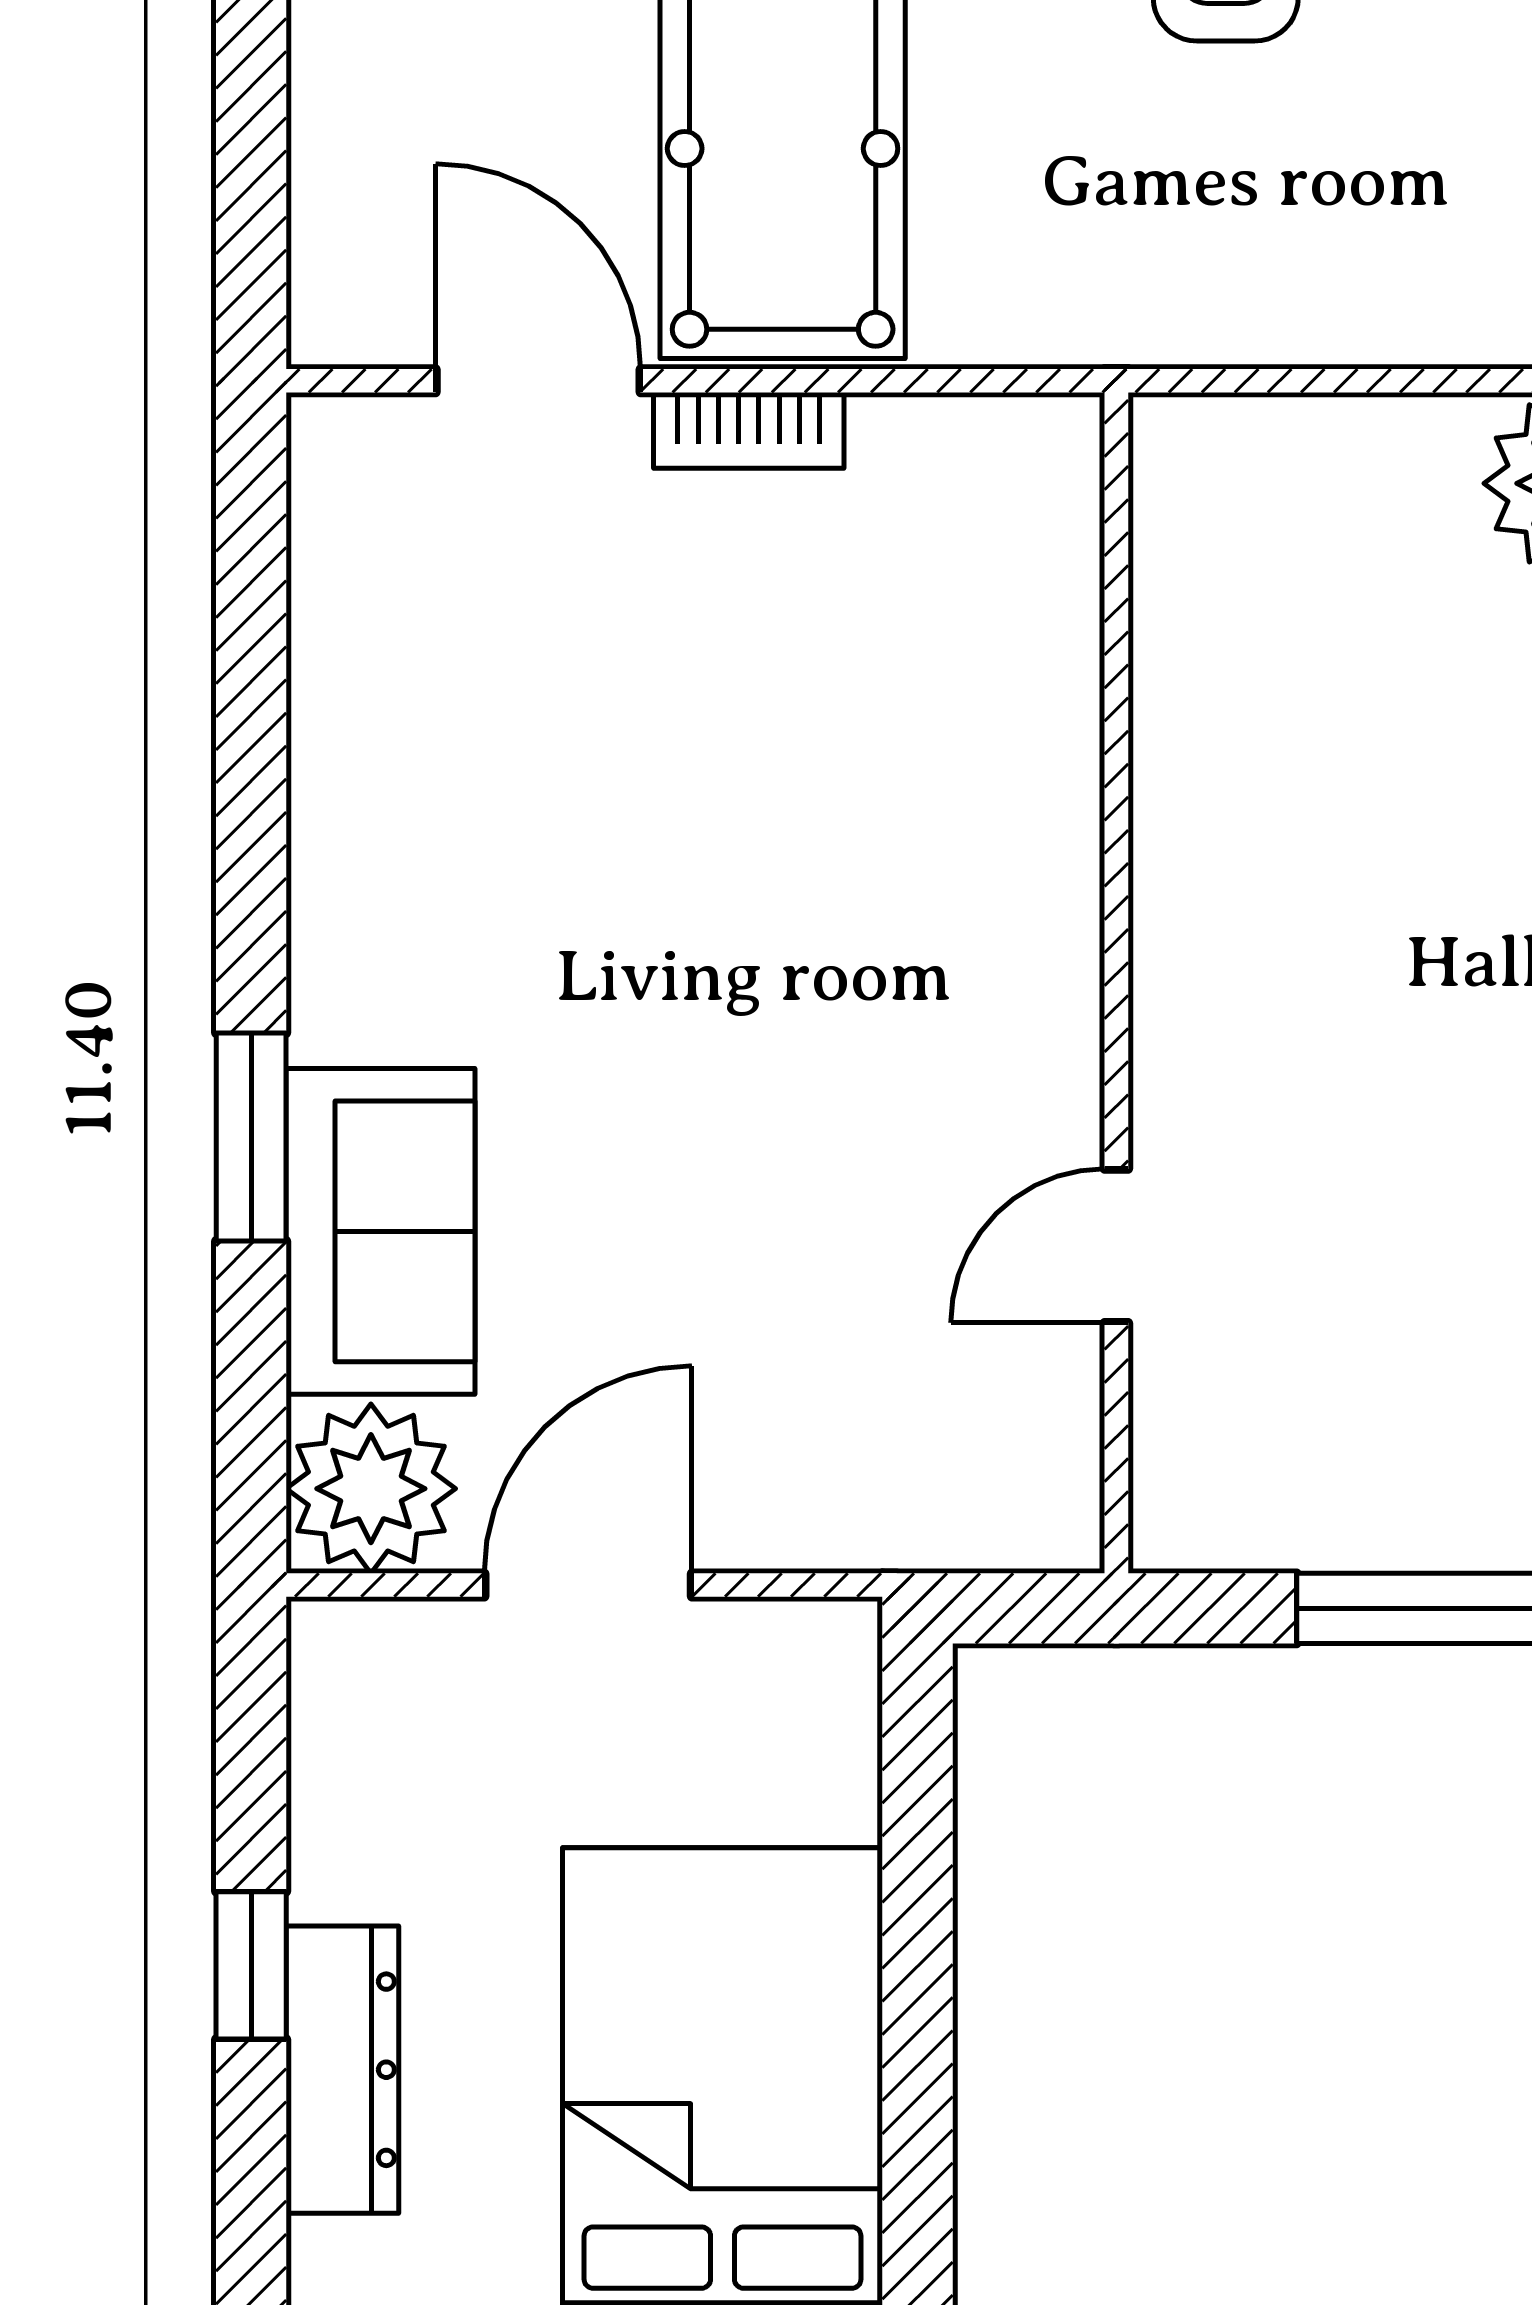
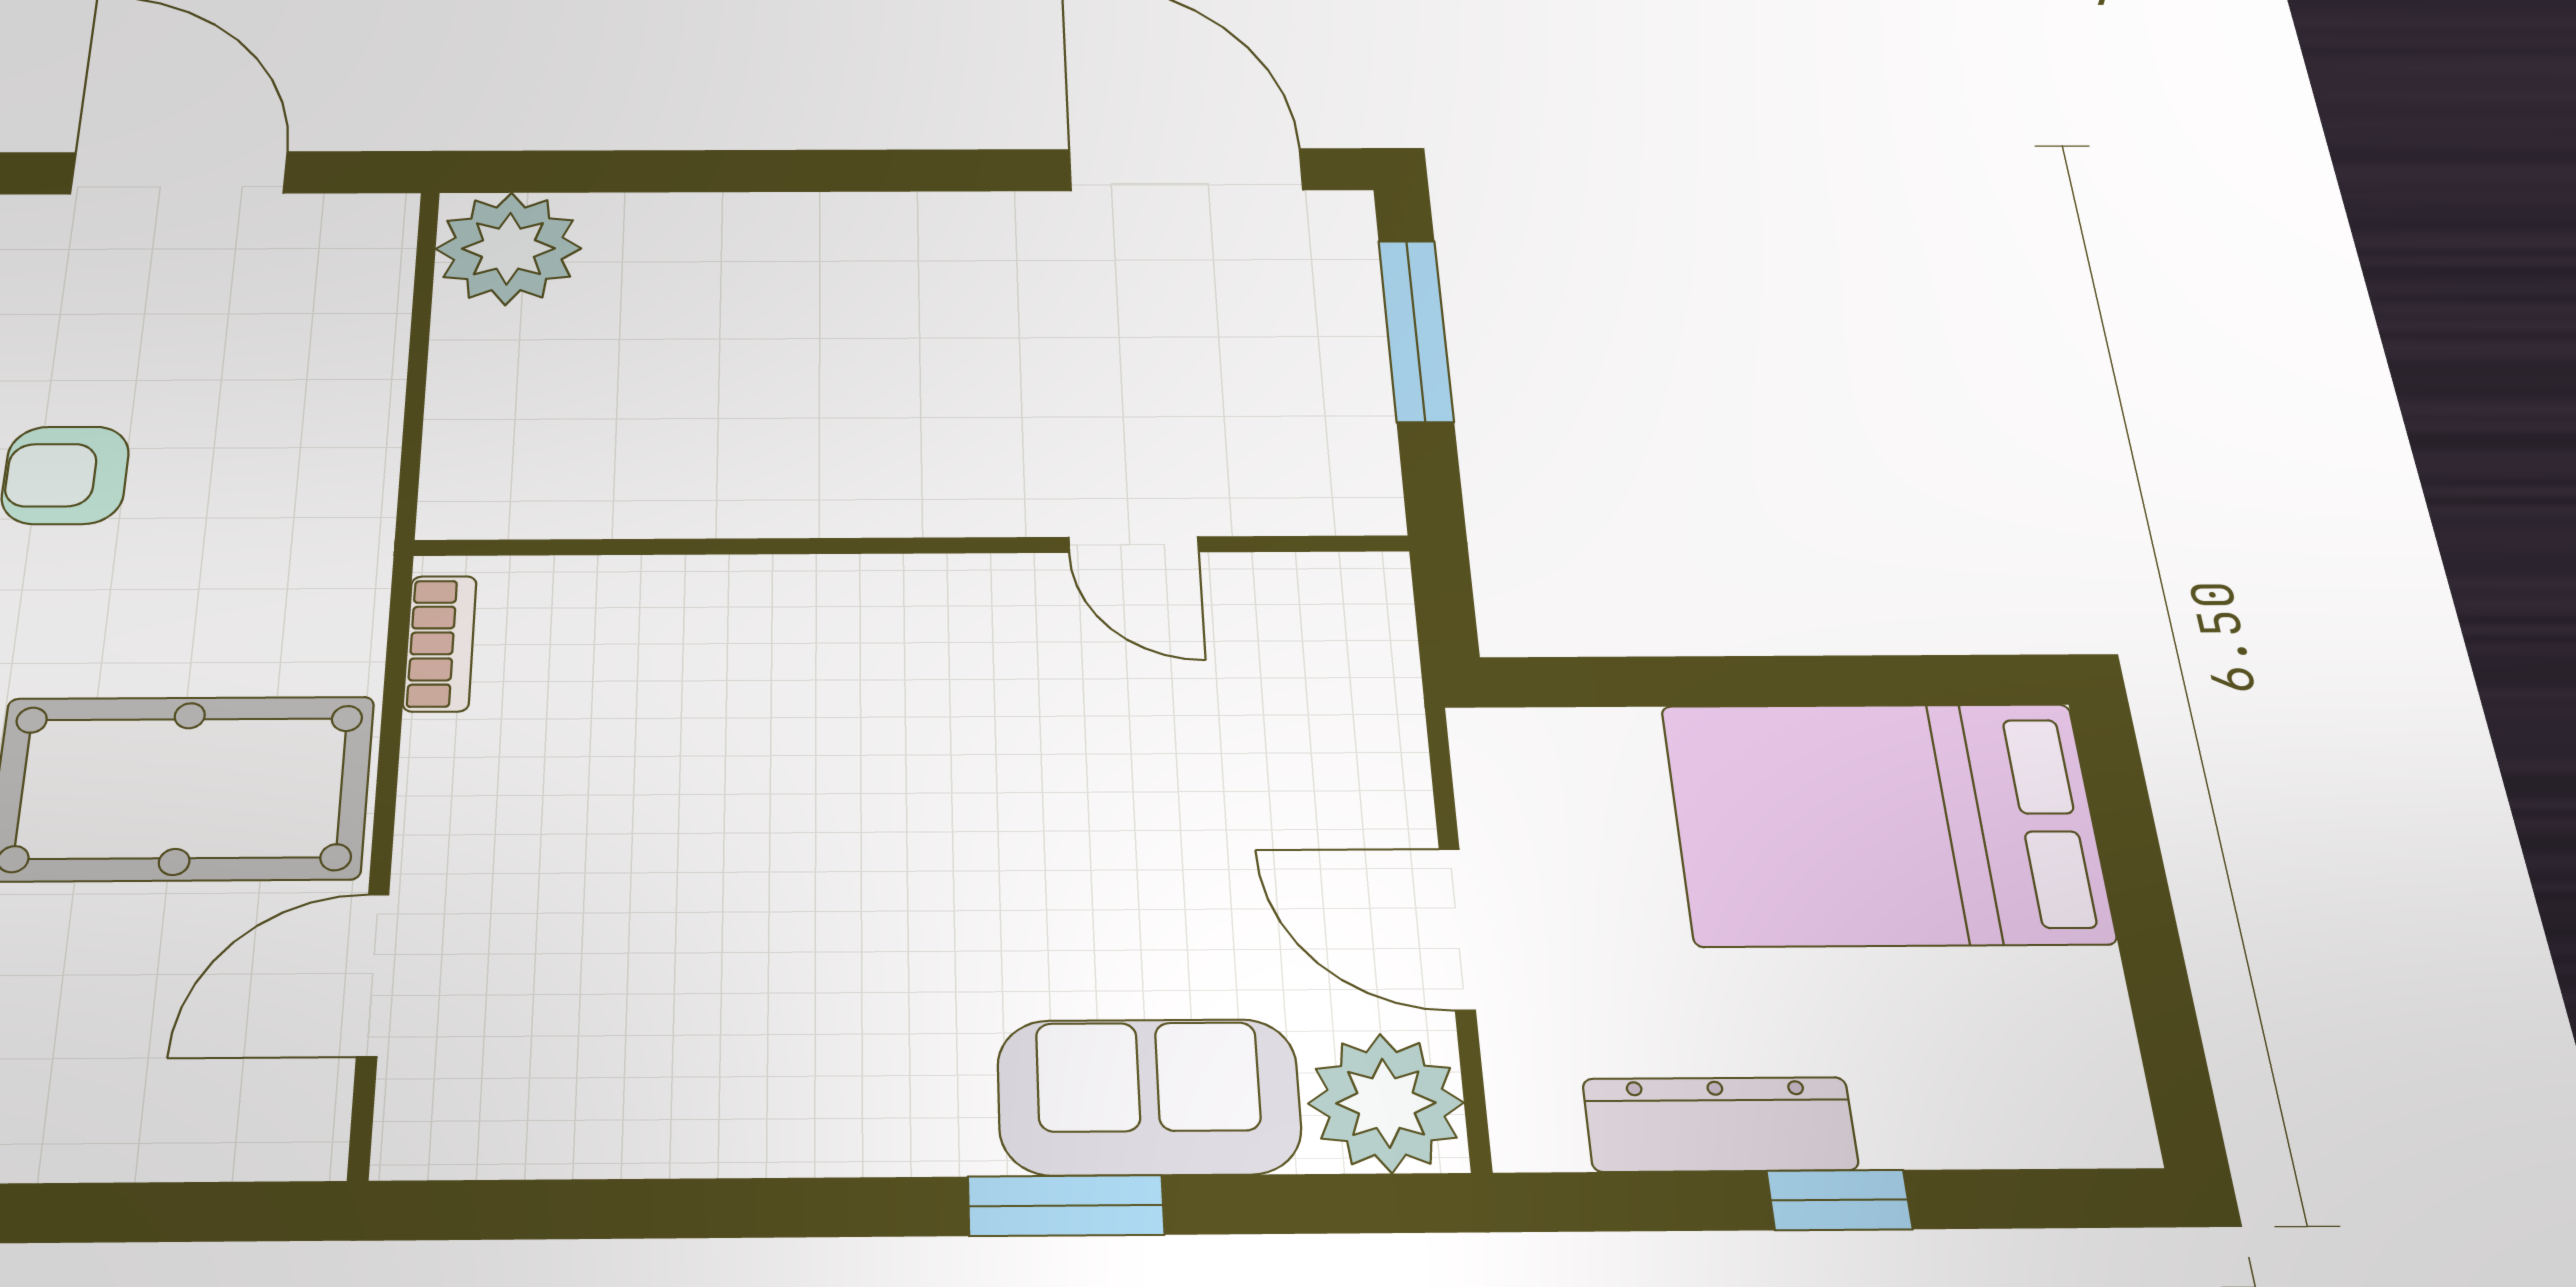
bookcase: (749, 430) -> (440, 643), moved
dresser: (342, 2070) -> (1720, 1124), moved

